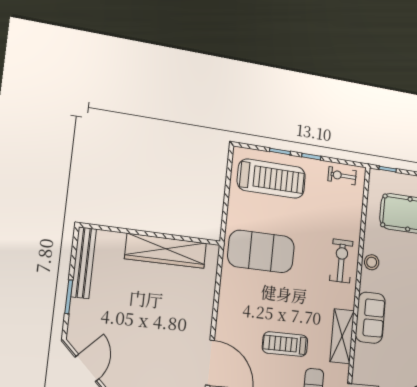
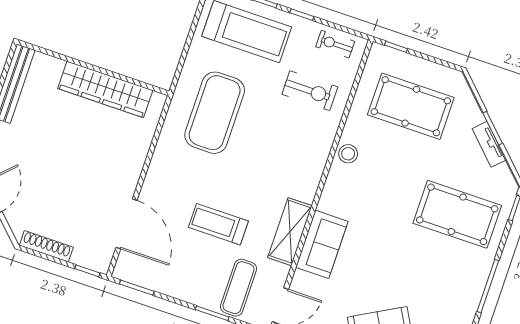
exercise mat: (261, 251) -> (215, 113), turned 90
exercise bike: (341, 261) -> (310, 91), moved, turned 90
sofa: (370, 318) -> (322, 244), moved

